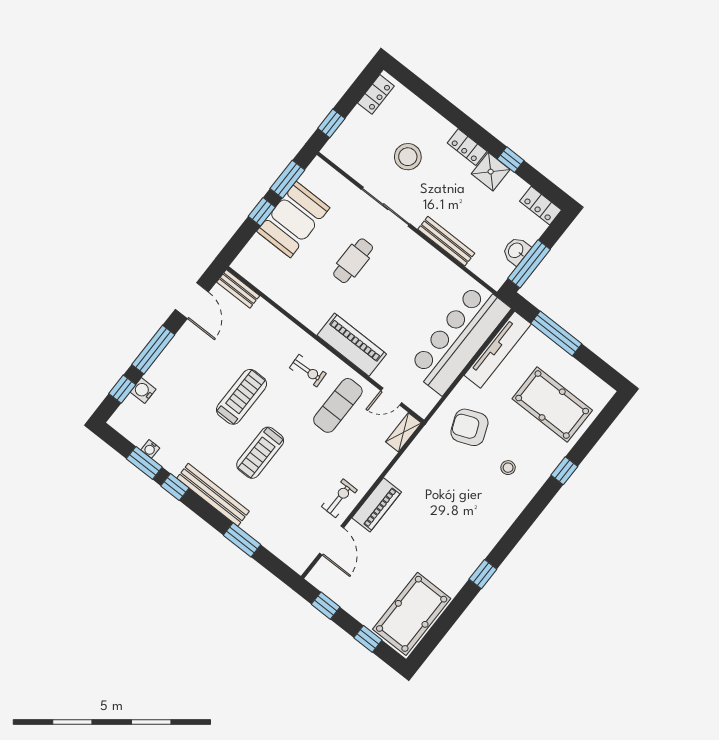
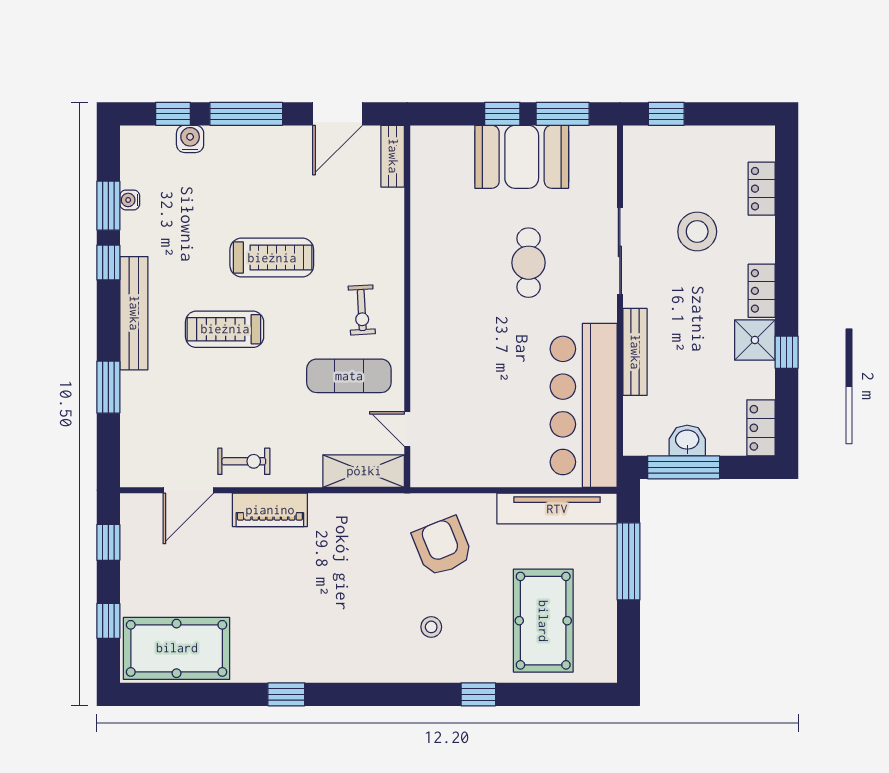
locker: (376, 94) -> (762, 189), moved, turned 90
cafe table: (353, 261) -> (529, 263), turned 90
bar counter: (459, 338) -> (584, 405), moved, turned -90
piano: (352, 345) -> (431, 337), removed
shelving: (403, 432) -> (364, 471), width x1.50, depth x1.33

